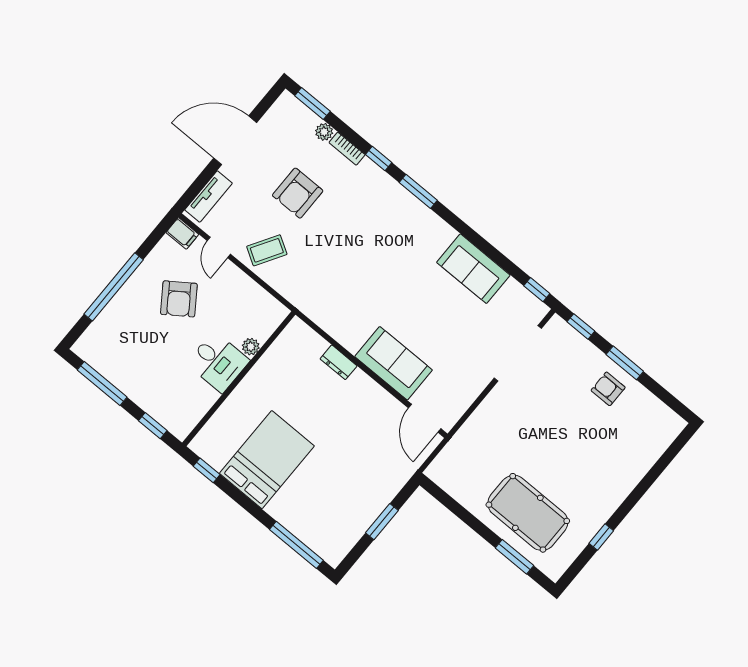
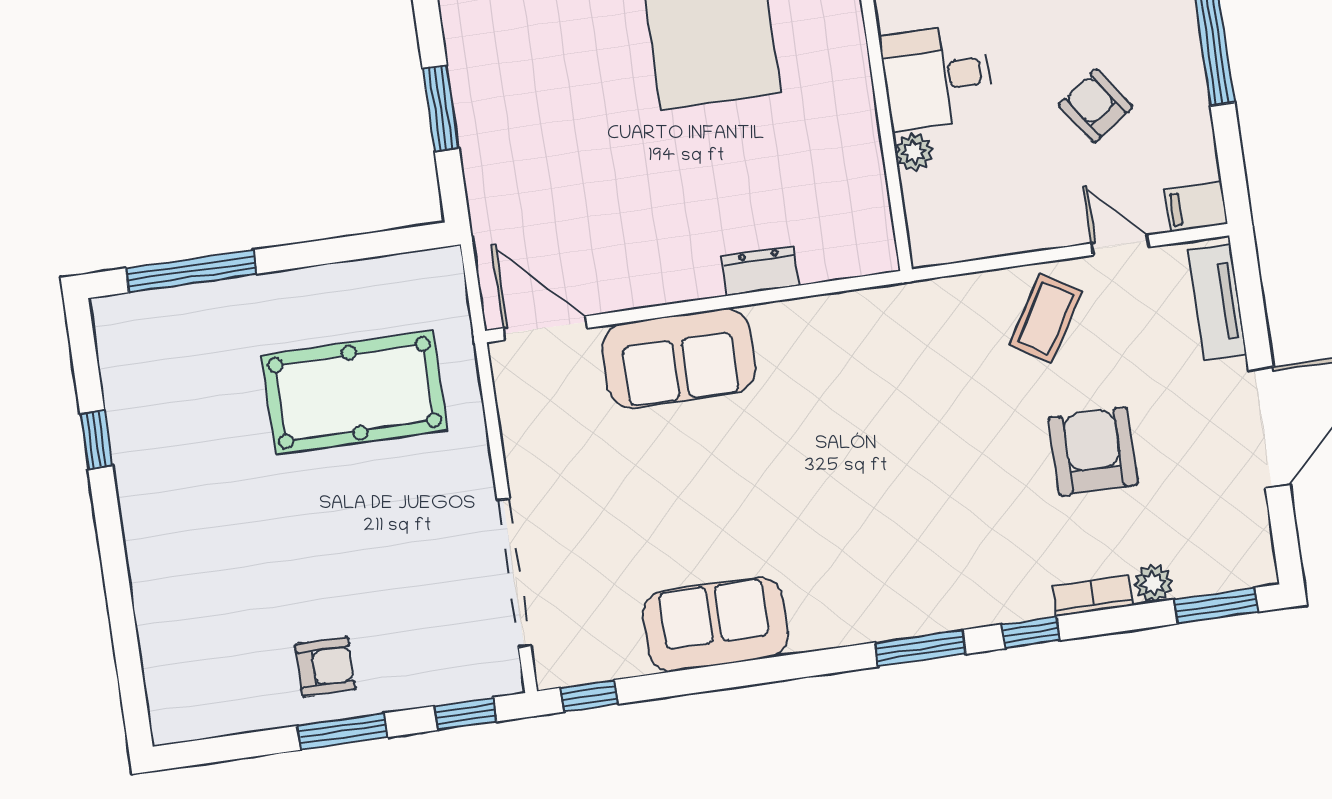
armchair: (179, 299) -> (1096, 106), width x0.72, depth x0.72
pool table: (528, 513) -> (355, 393), moved
window: (514, 557) -> (191, 271), width x1.44

